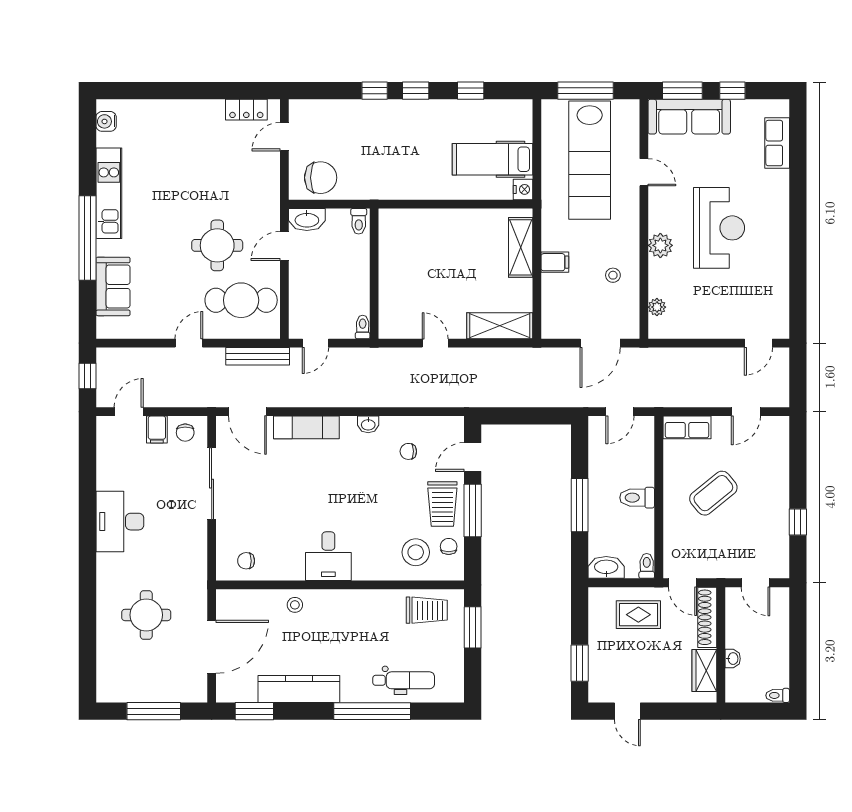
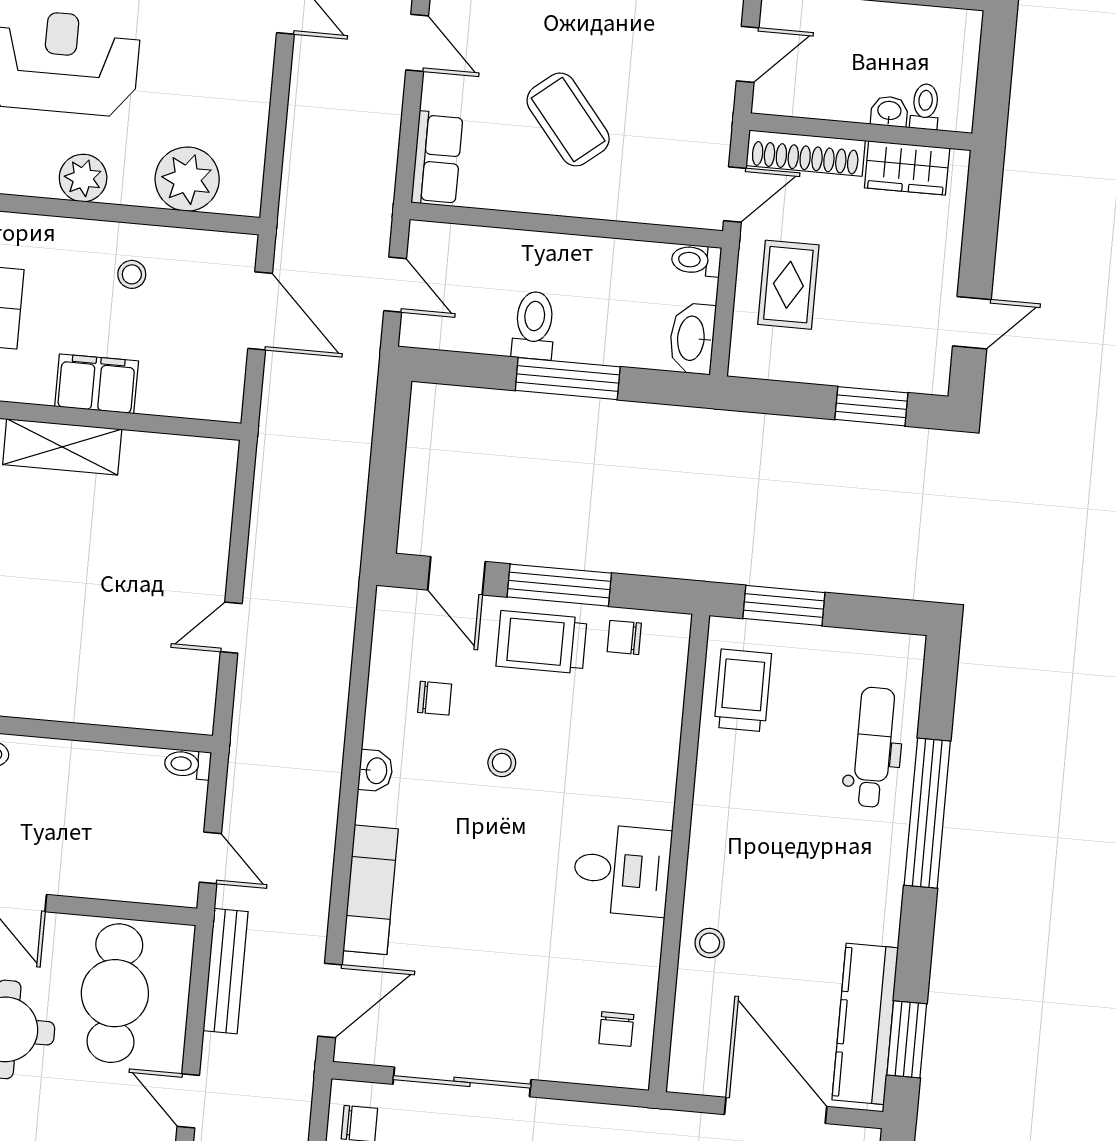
filing cabinet: (555, 262) -> (97, 384), width x2.00
plant: (657, 307) -> (187, 179), width x1.88, depth x1.88
shelving: (500, 326) -> (209, 501), removed
chair: (408, 451) -> (435, 698), turned -90
toilet: (637, 498) -> (534, 325), moved, turned 180
trolley: (442, 504) -> (541, 642), turned 180
stool: (416, 552) -> (502, 763), moved, width x0.53, depth x0.53
kitchen counter: (299, 689) -> (865, 1024), moved
toilet: (778, 695) -> (925, 107), moved, turned 180

